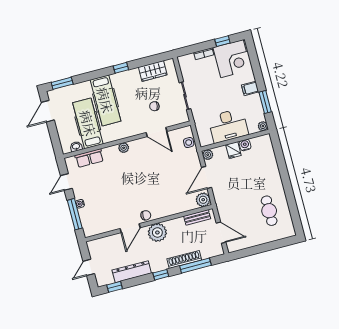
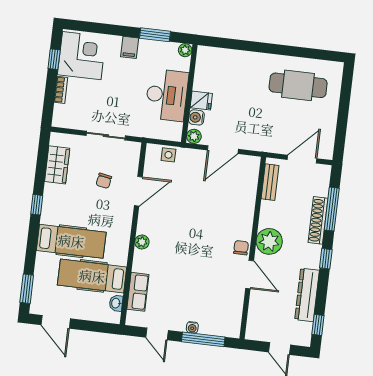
water cooler: (245, 145) -> (196, 117), moved
door: (206, 177) -> (223, 150), hinge flipped
plant: (203, 200) -> (250, 165), removed
cafe table: (269, 211) -> (298, 85), width x1.37, depth x1.35

